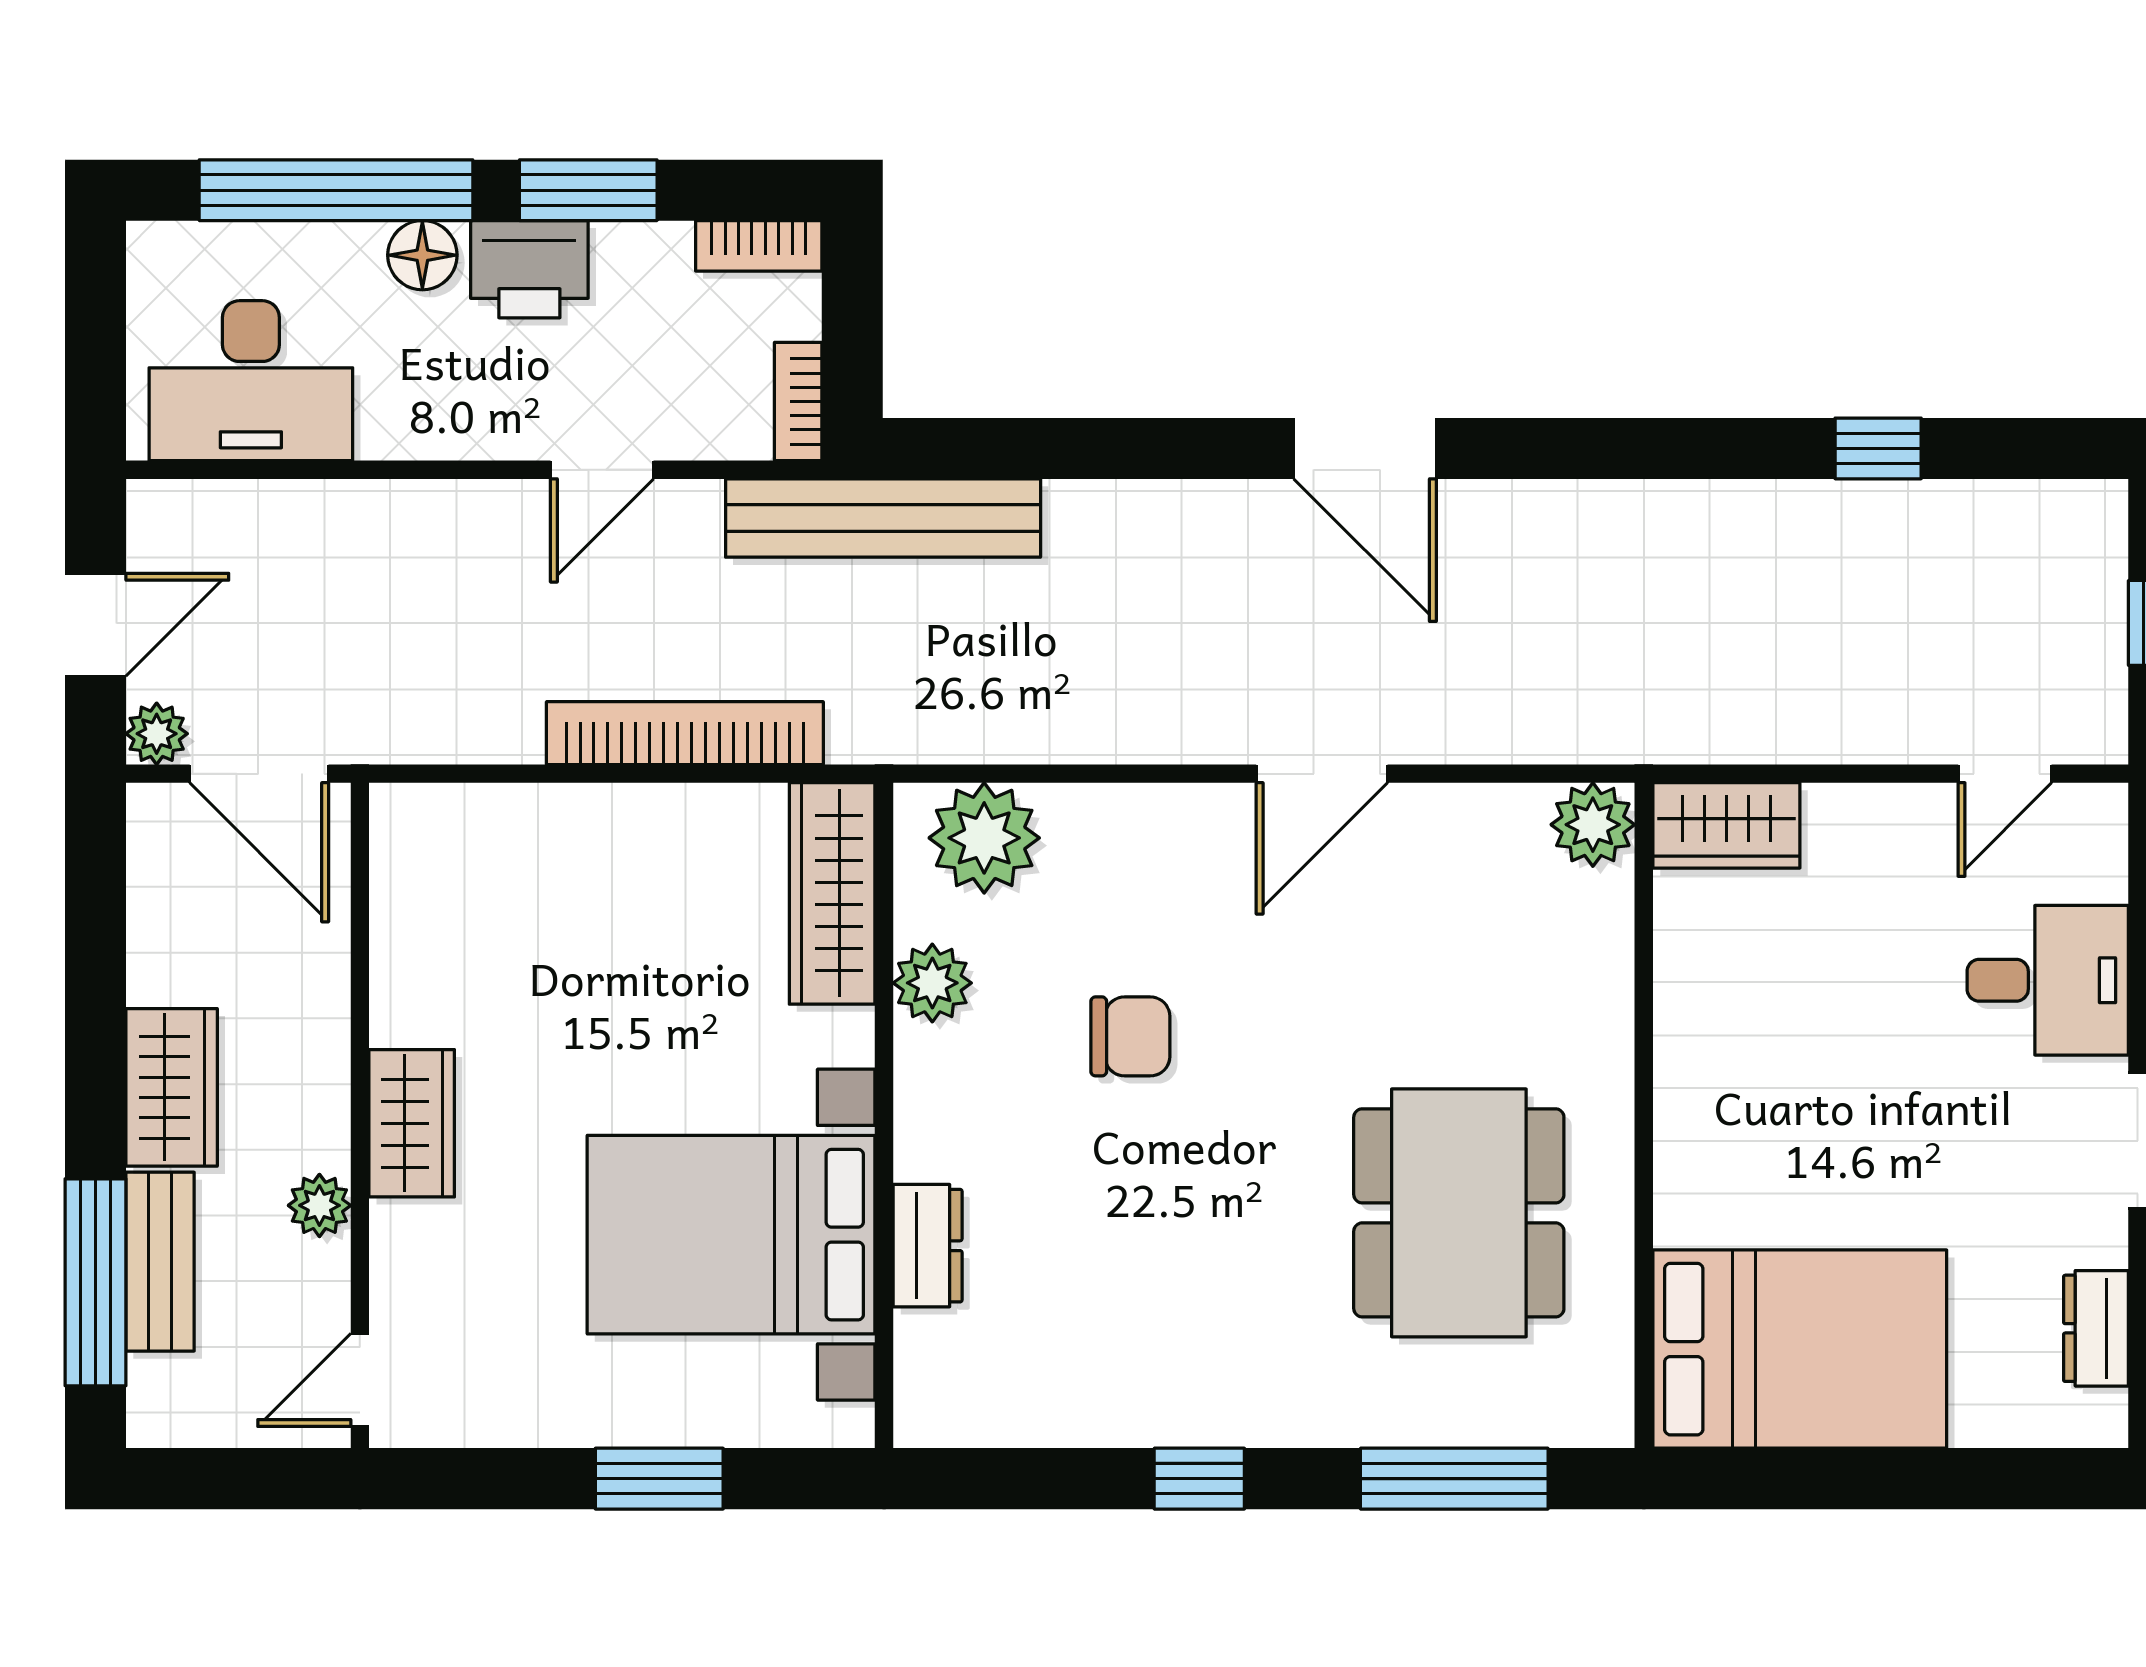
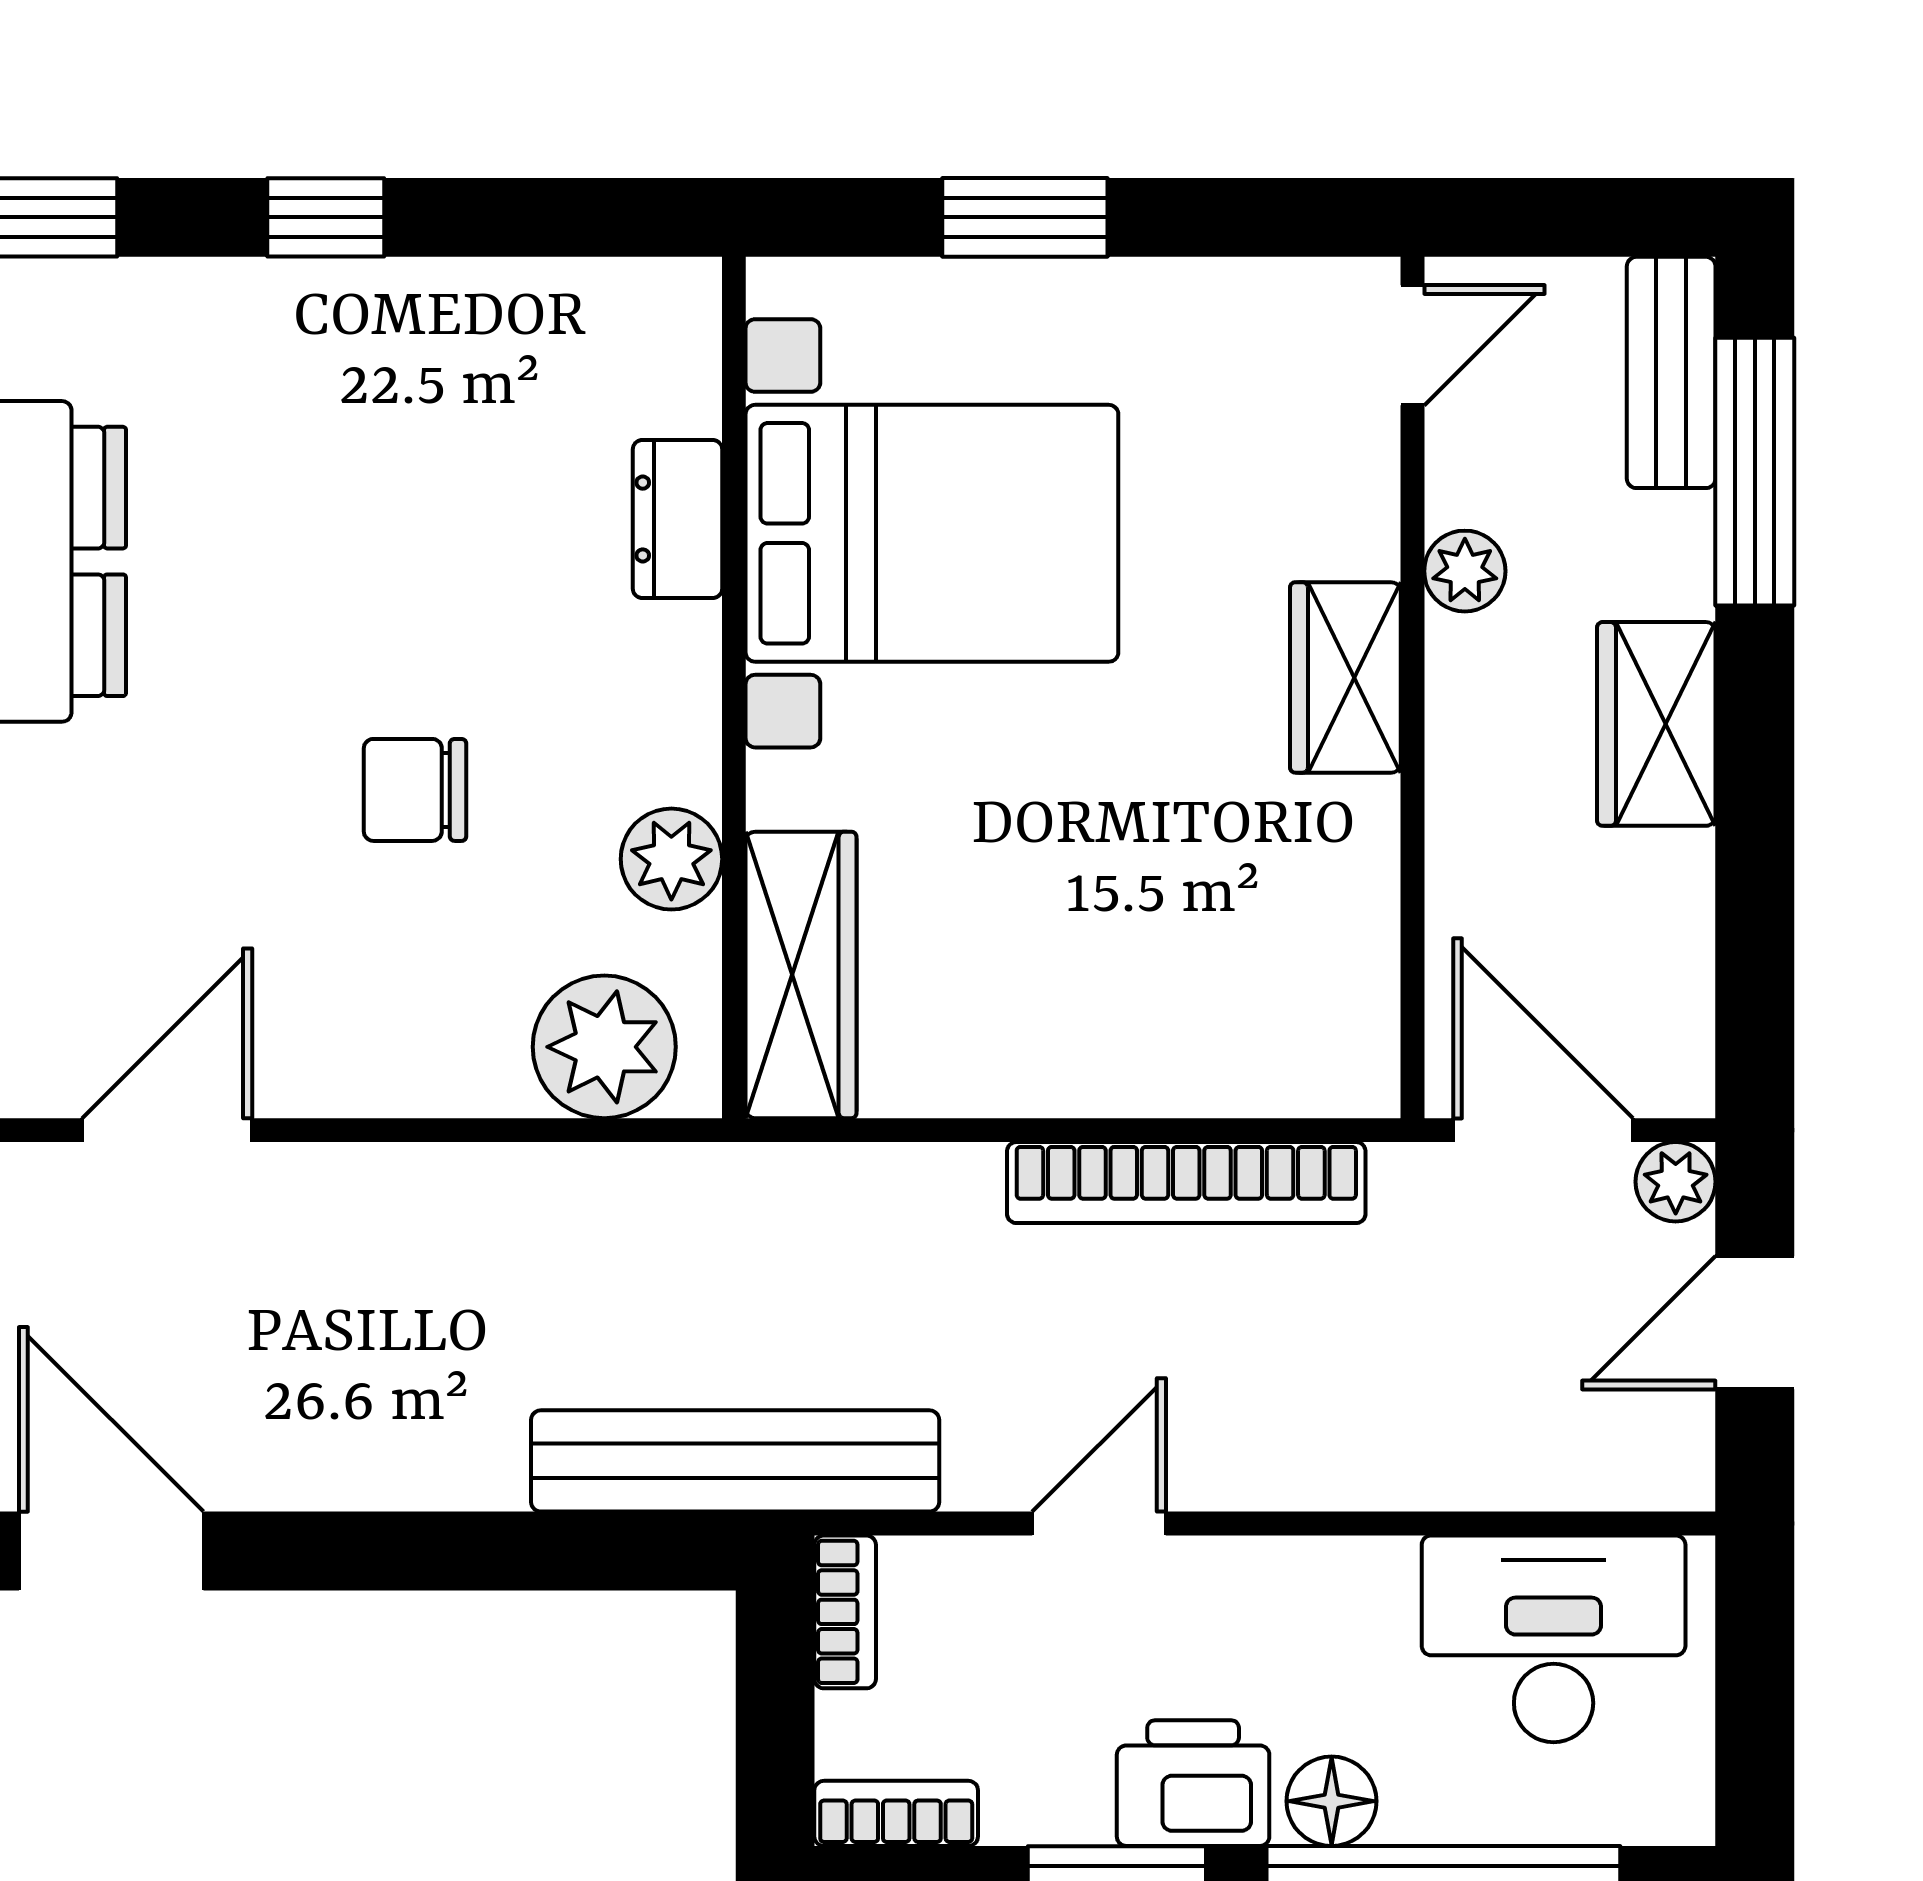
bookcase: (685, 733) -> (1186, 1183), moved
bench: (160, 1262) -> (1671, 372), moved

